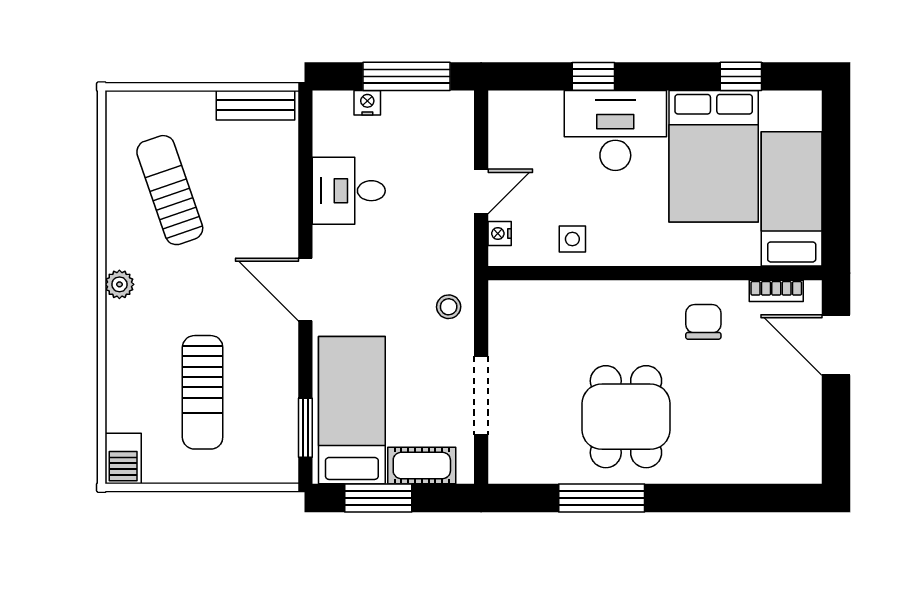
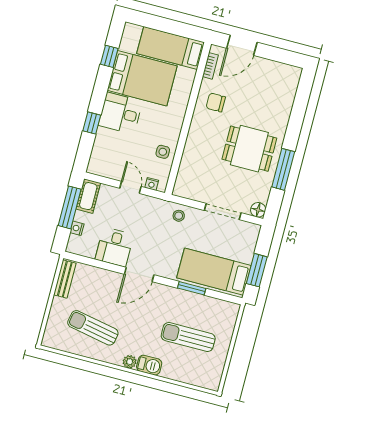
desk: (615, 130) -> (120, 113), width x0.73
sun lounger: (170, 190) -> (93, 328), turned 30
door: (305, 289) -> (139, 274), moved
sun lounger: (203, 392) -> (188, 337), turned 180
window: (305, 428) -> (192, 288), moved
barbecue: (123, 459) -> (149, 365), moved
cot: (422, 465) -> (88, 196), moved
floor lamp: (504, 468) -> (258, 210), added

